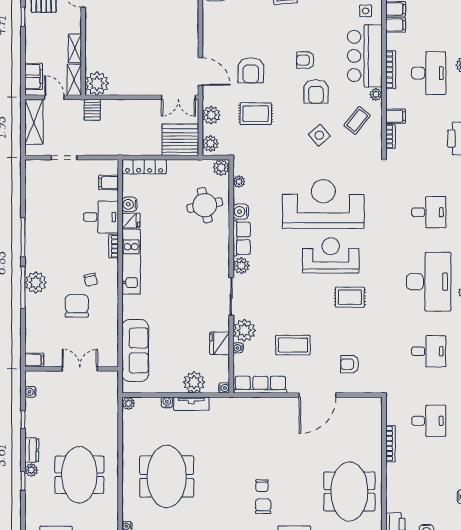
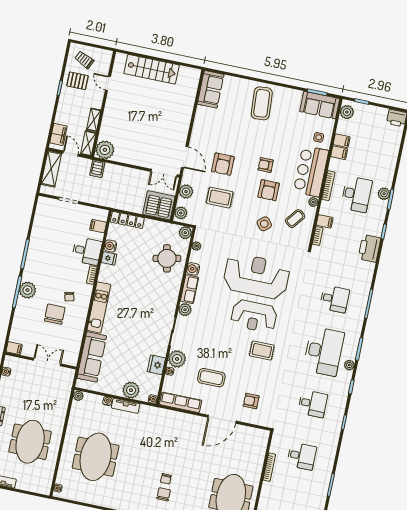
reception desk: (331, 255) -> (254, 316), turned 180
kitchen unit: (131, 262) -> (99, 307), moved

